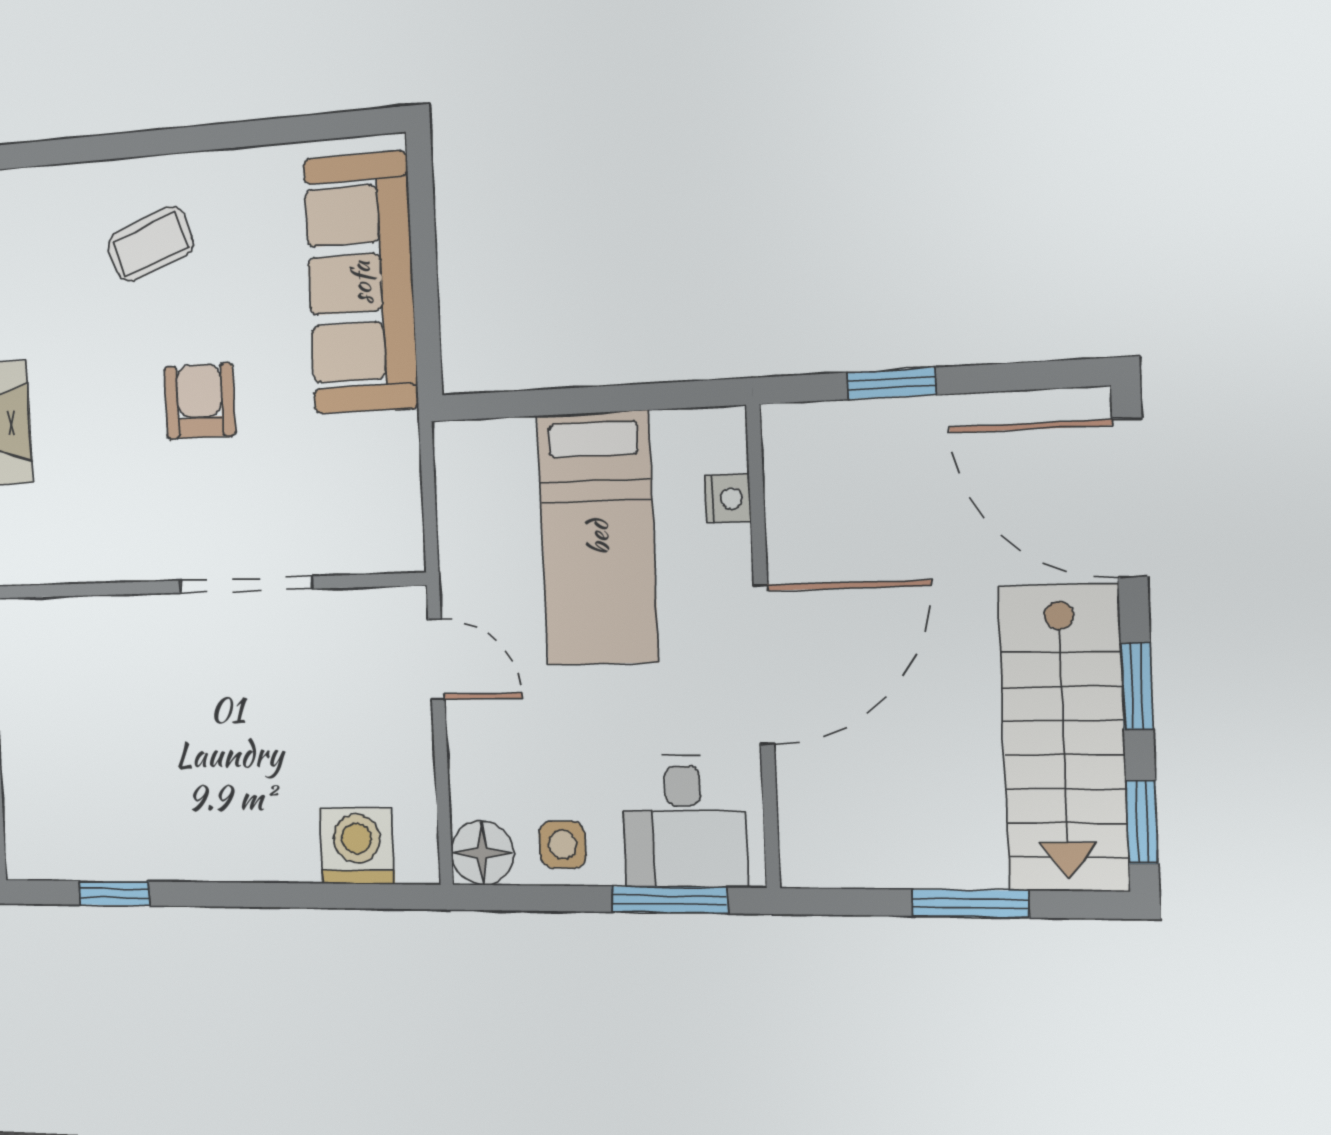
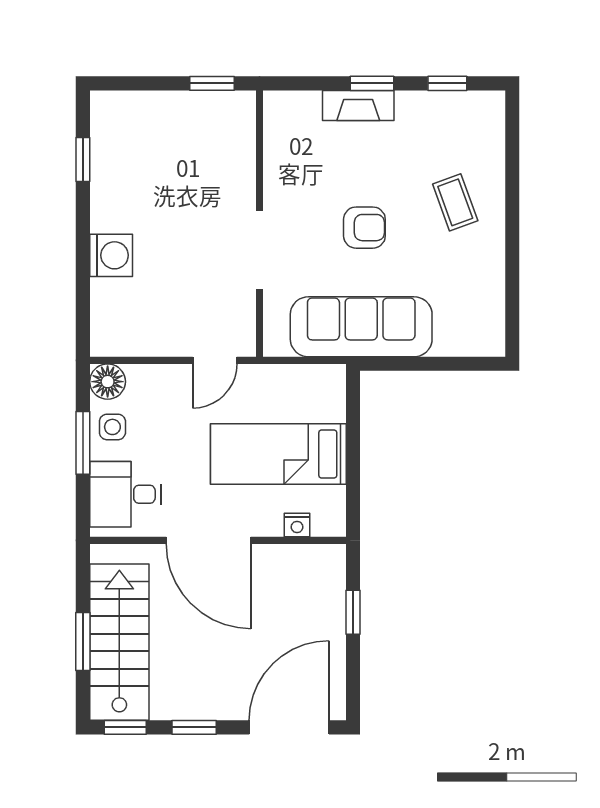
sofa: (361, 283) -> (361, 327), moved
stairs: (1064, 738) -> (119, 642), moved, turned 90
washing machine: (357, 846) -> (111, 255), moved
window: (669, 900) -> (83, 443), moved

